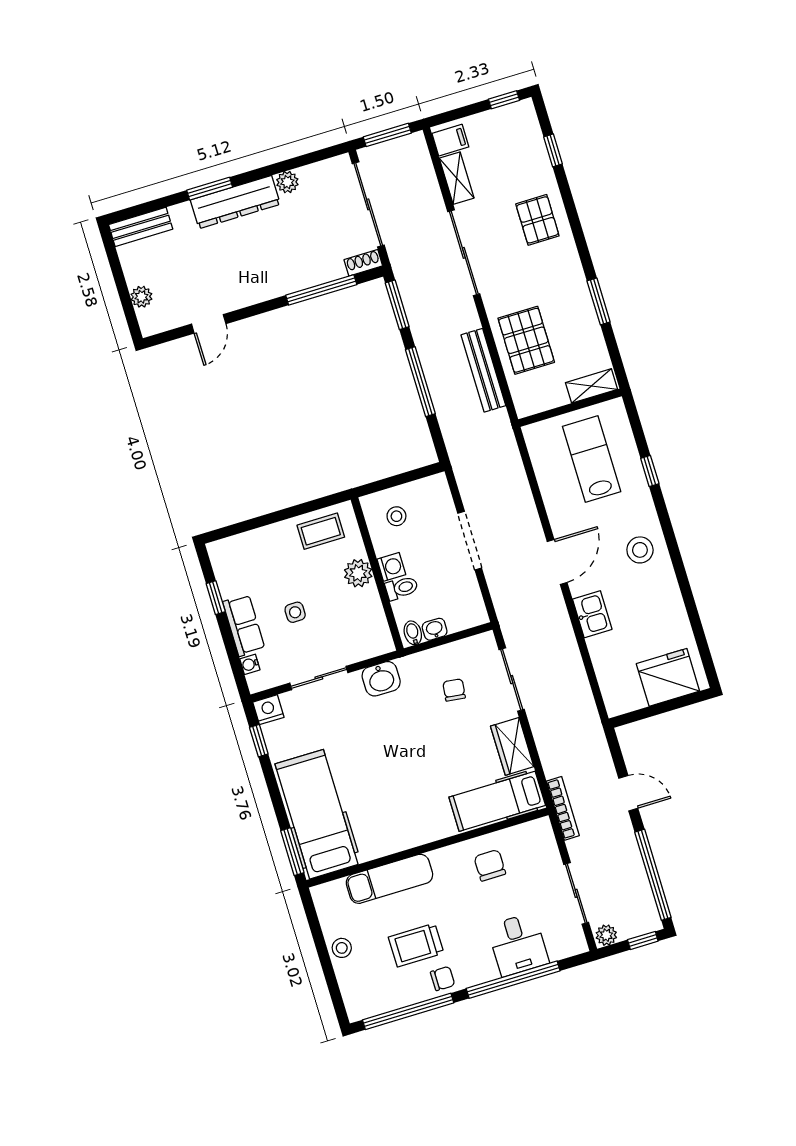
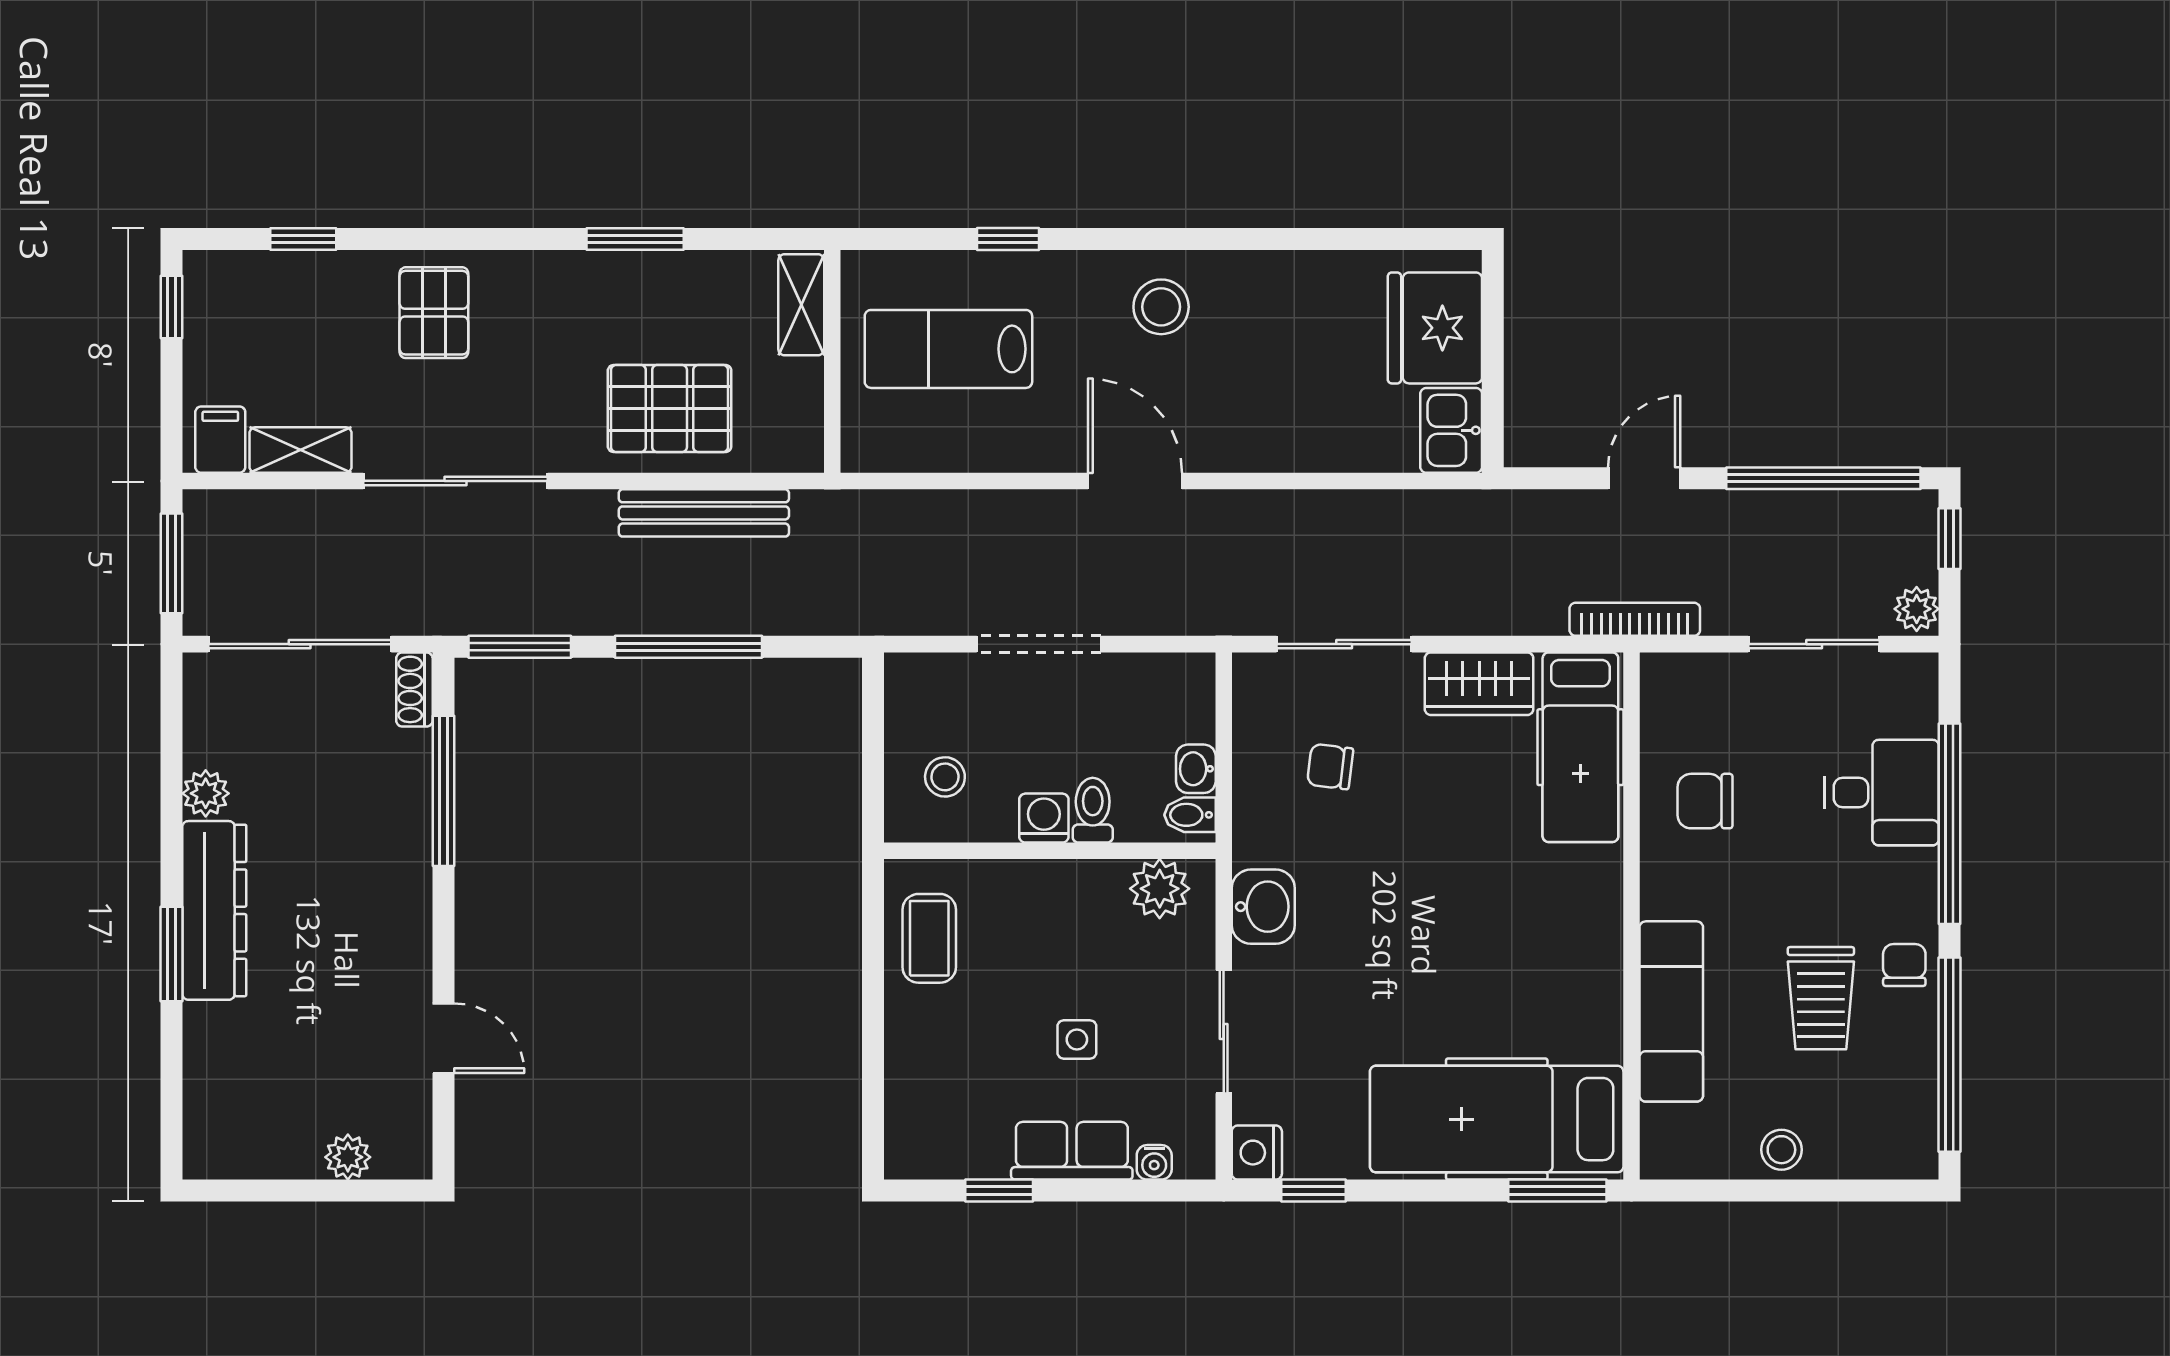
pallet: (537, 220) -> (434, 313), turned 90
bench: (141, 227) -> (207, 1116), removed
plant: (358, 573) -> (1160, 889), moved
kitchen sink: (592, 614) -> (1451, 430), moved, turned -90

